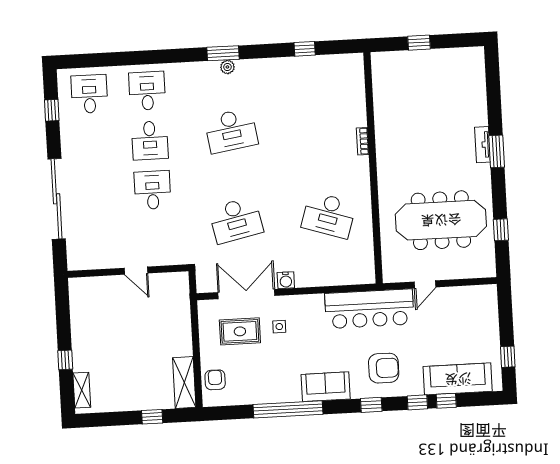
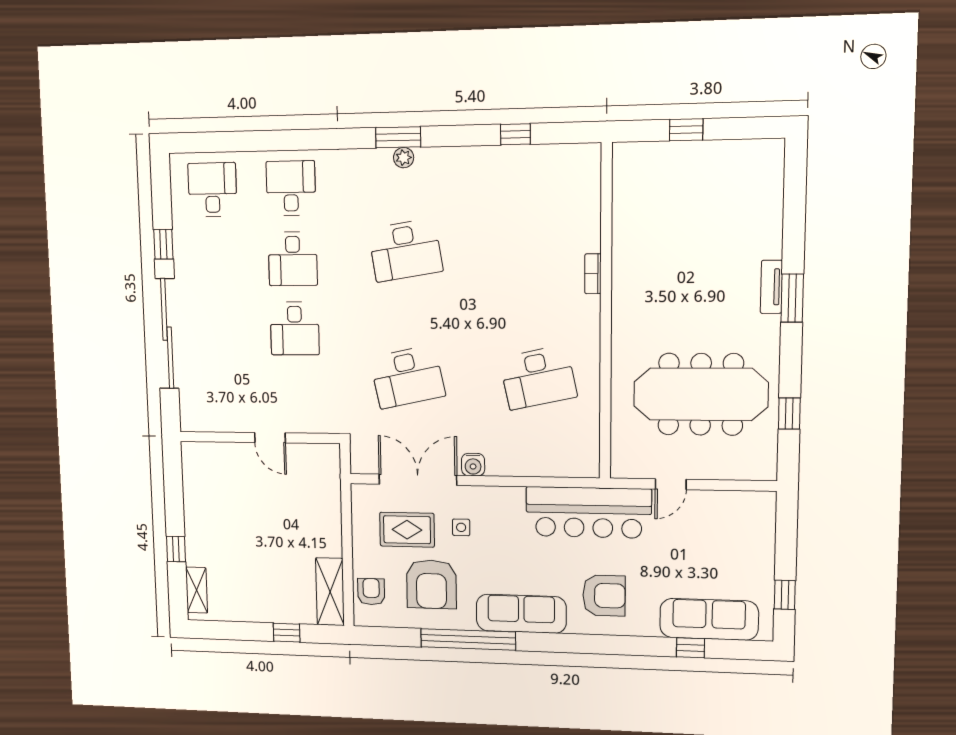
window: (52, 110) -> (163, 244), moved
desk: (152, 190) -> (295, 328), turned 180
desk: (329, 215) -> (538, 377), turned -30
armchair: (259, 370) -> (431, 584), added
sofa: (326, 387) -> (521, 614), width x1.36
window: (417, 402) -> (649, 646), removed
window: (371, 405) -> (583, 644), removed

